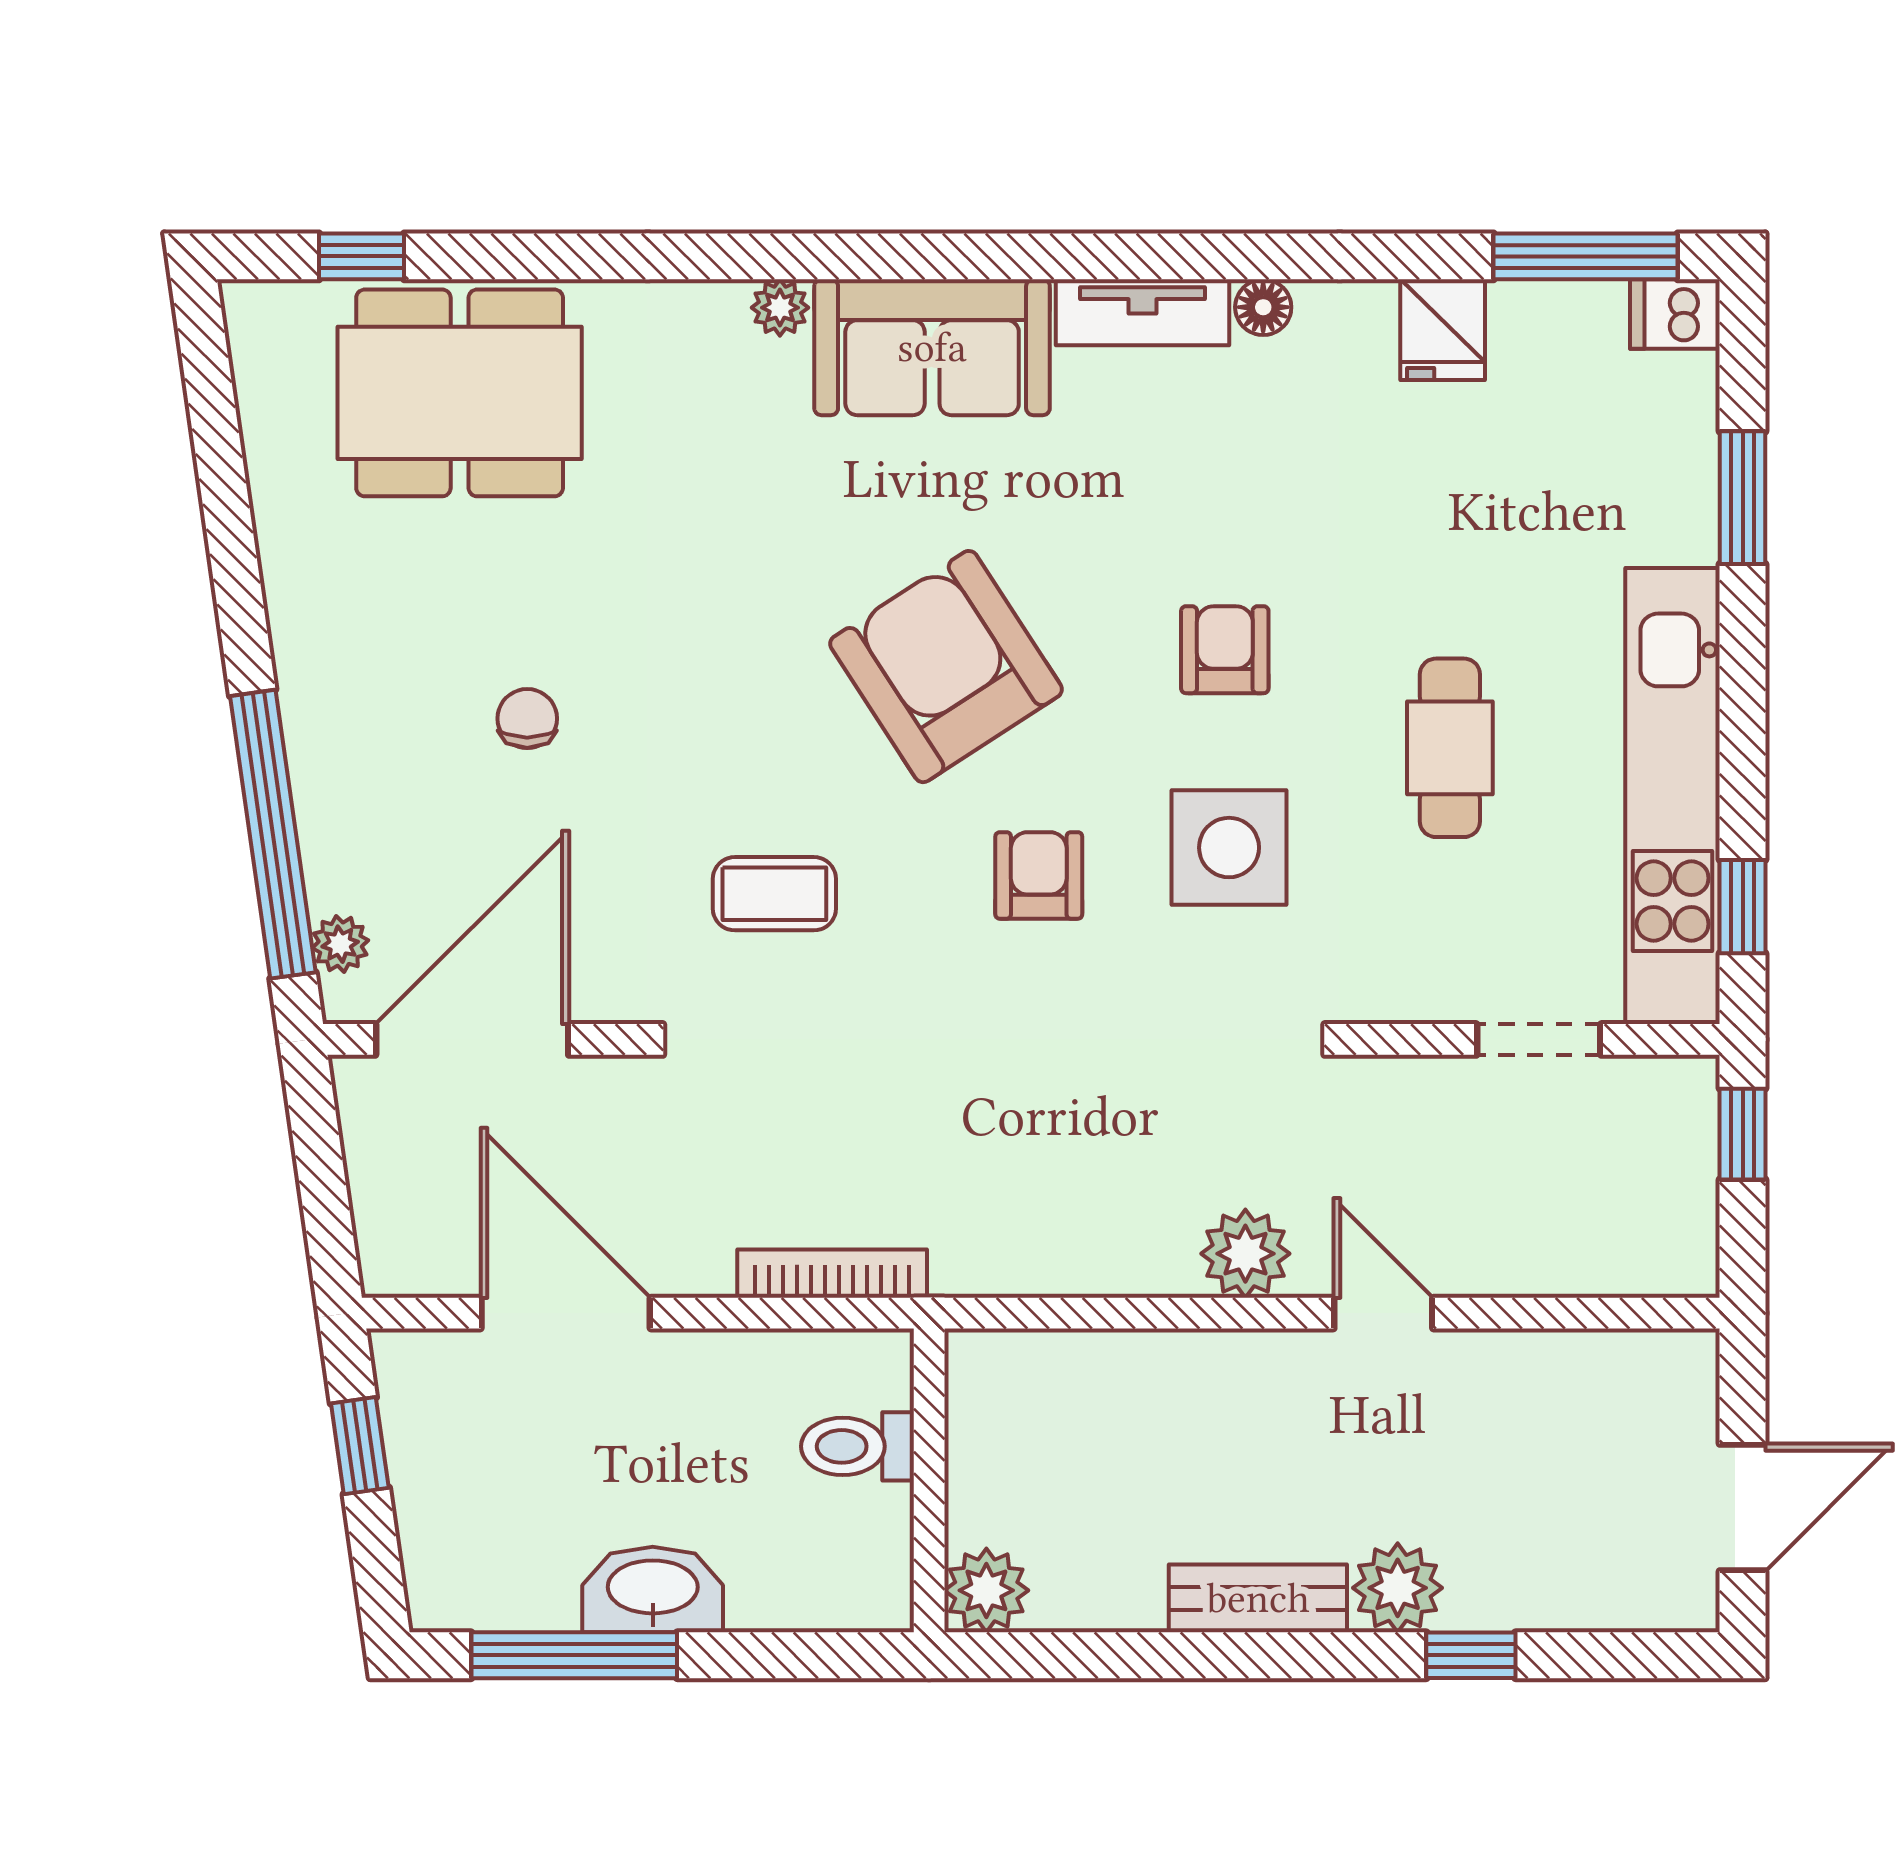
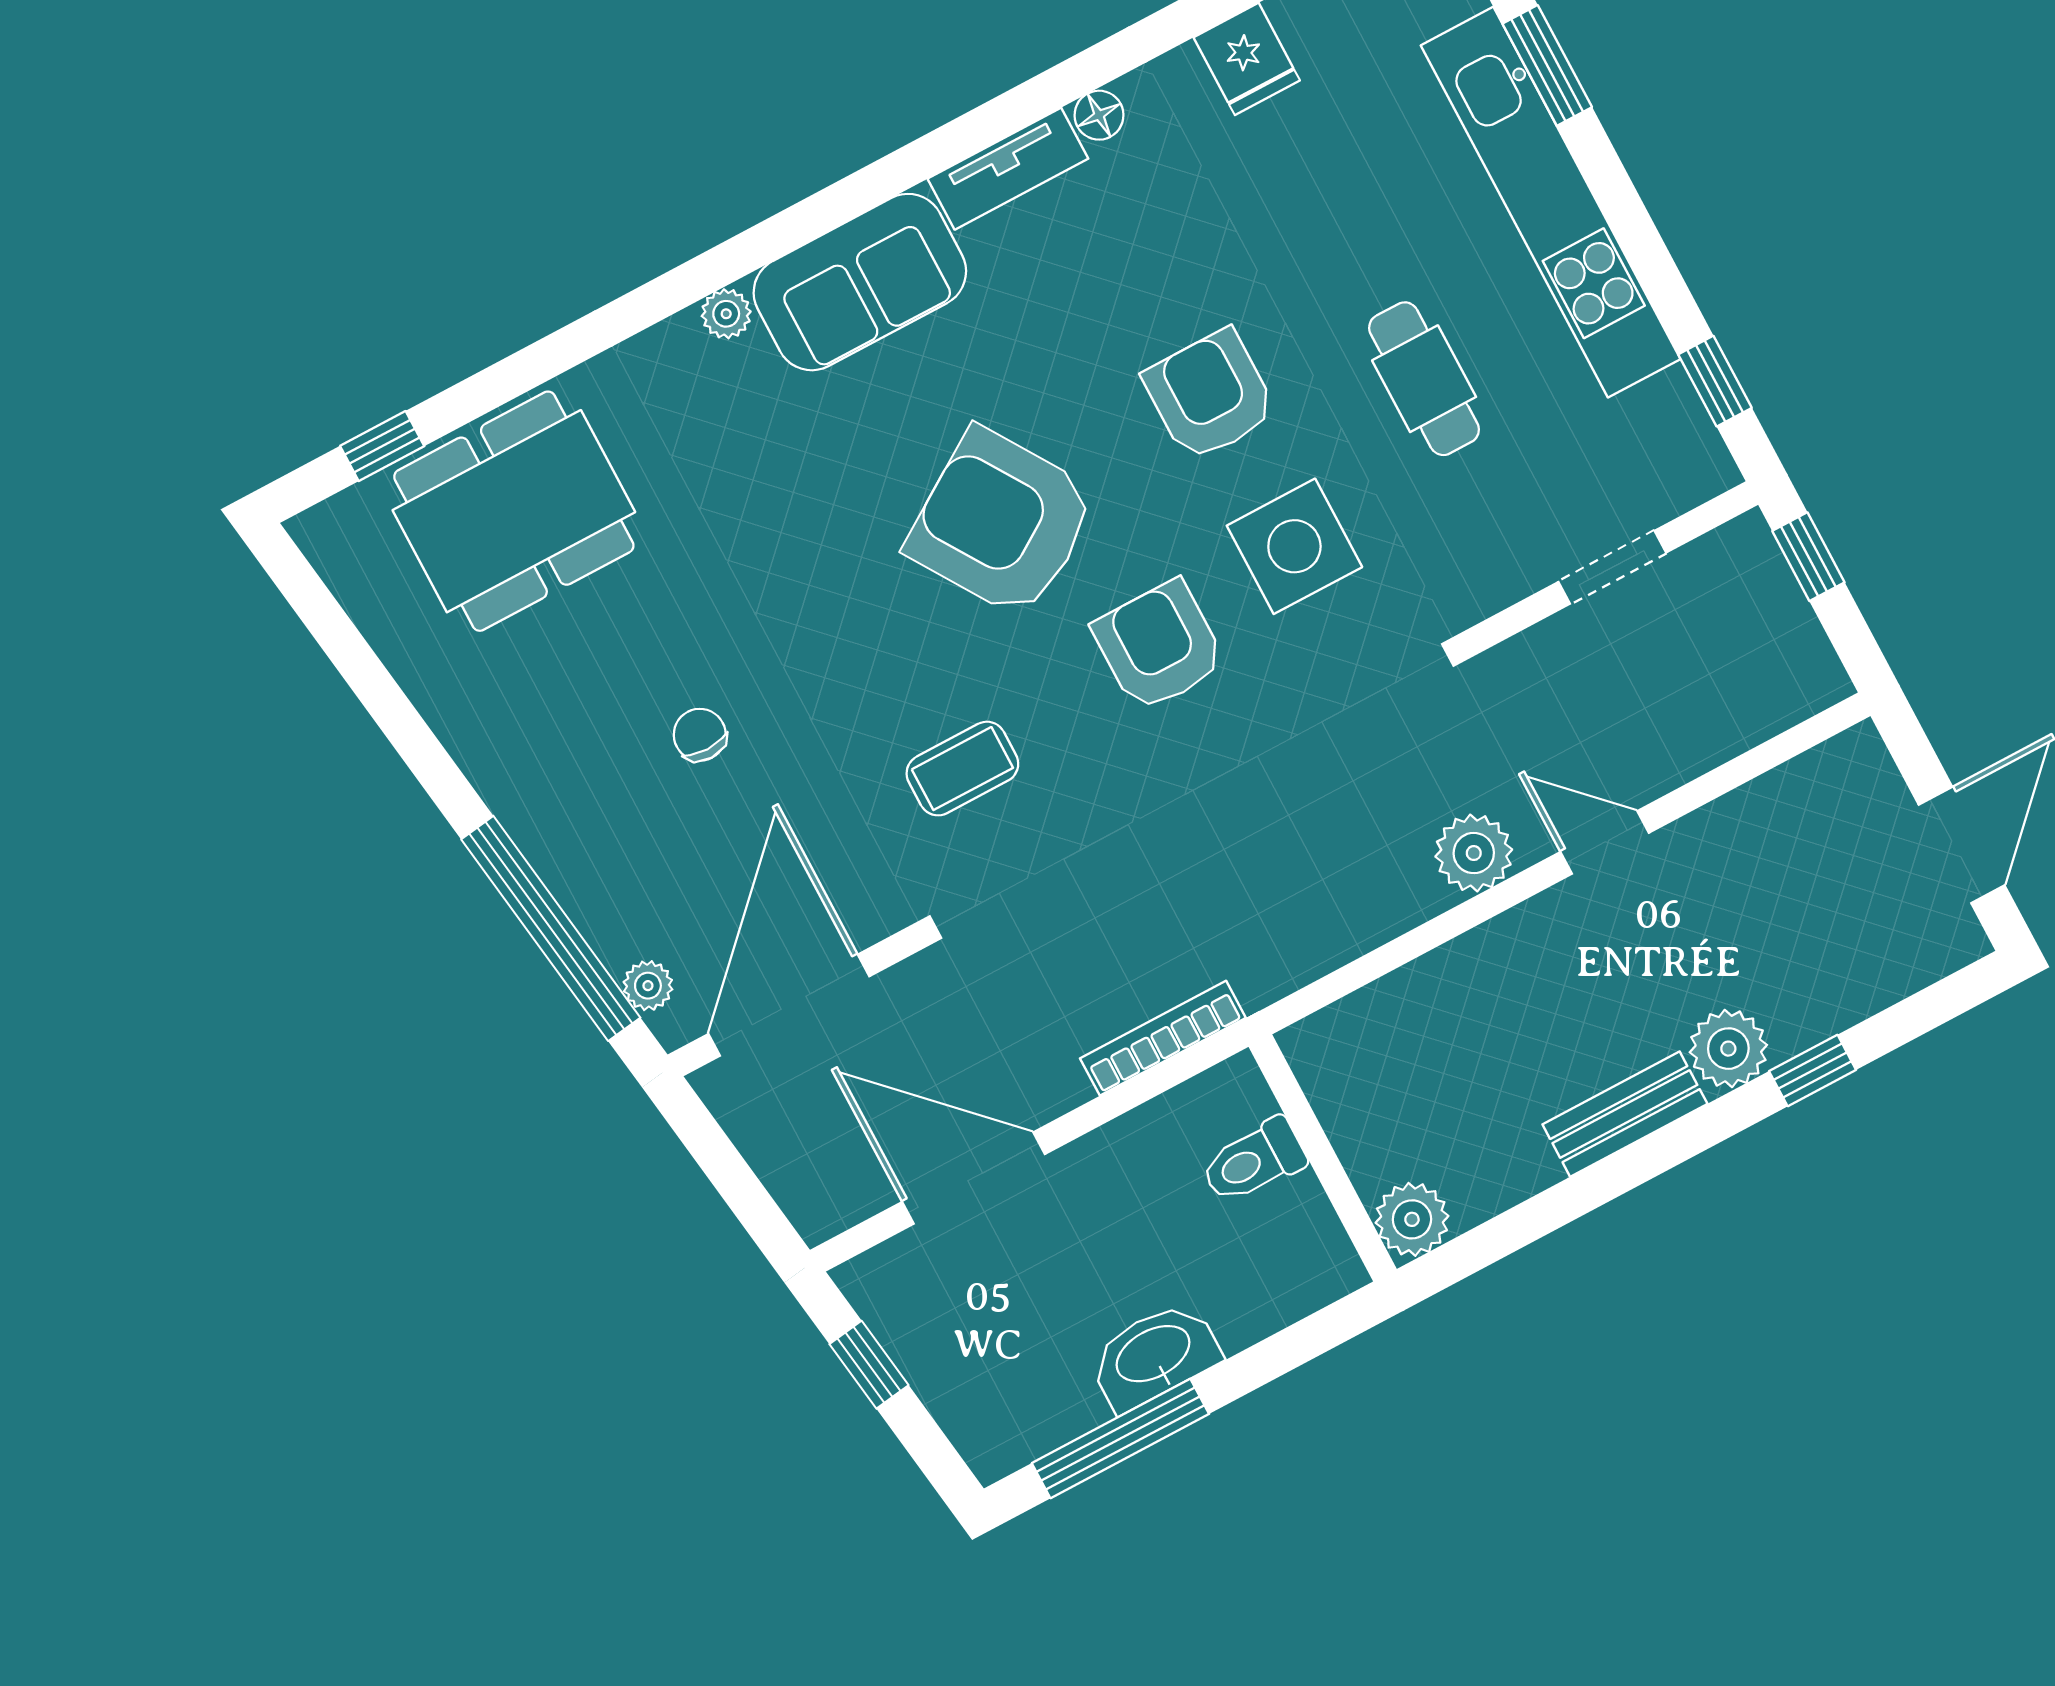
armchair: (1225, 650) -> (1210, 395), width x1.38, depth x1.38
kitchen unit: (1673, 796) -> (1551, 202), moved
armchair: (1039, 875) -> (1159, 646), width x1.38, depth x1.38

